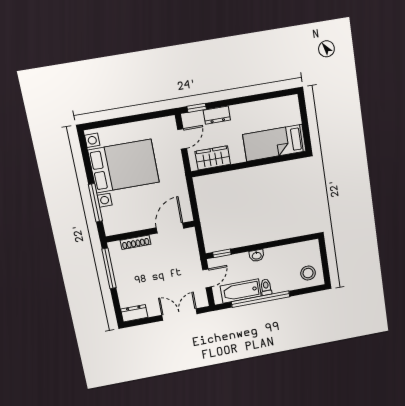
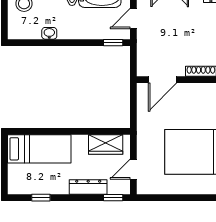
window: (266, 96) -> (41, 198), added
dresser: (217, 115) -> (88, 187), width x1.44
washbasin: (257, 256) -> (49, 33), moved

